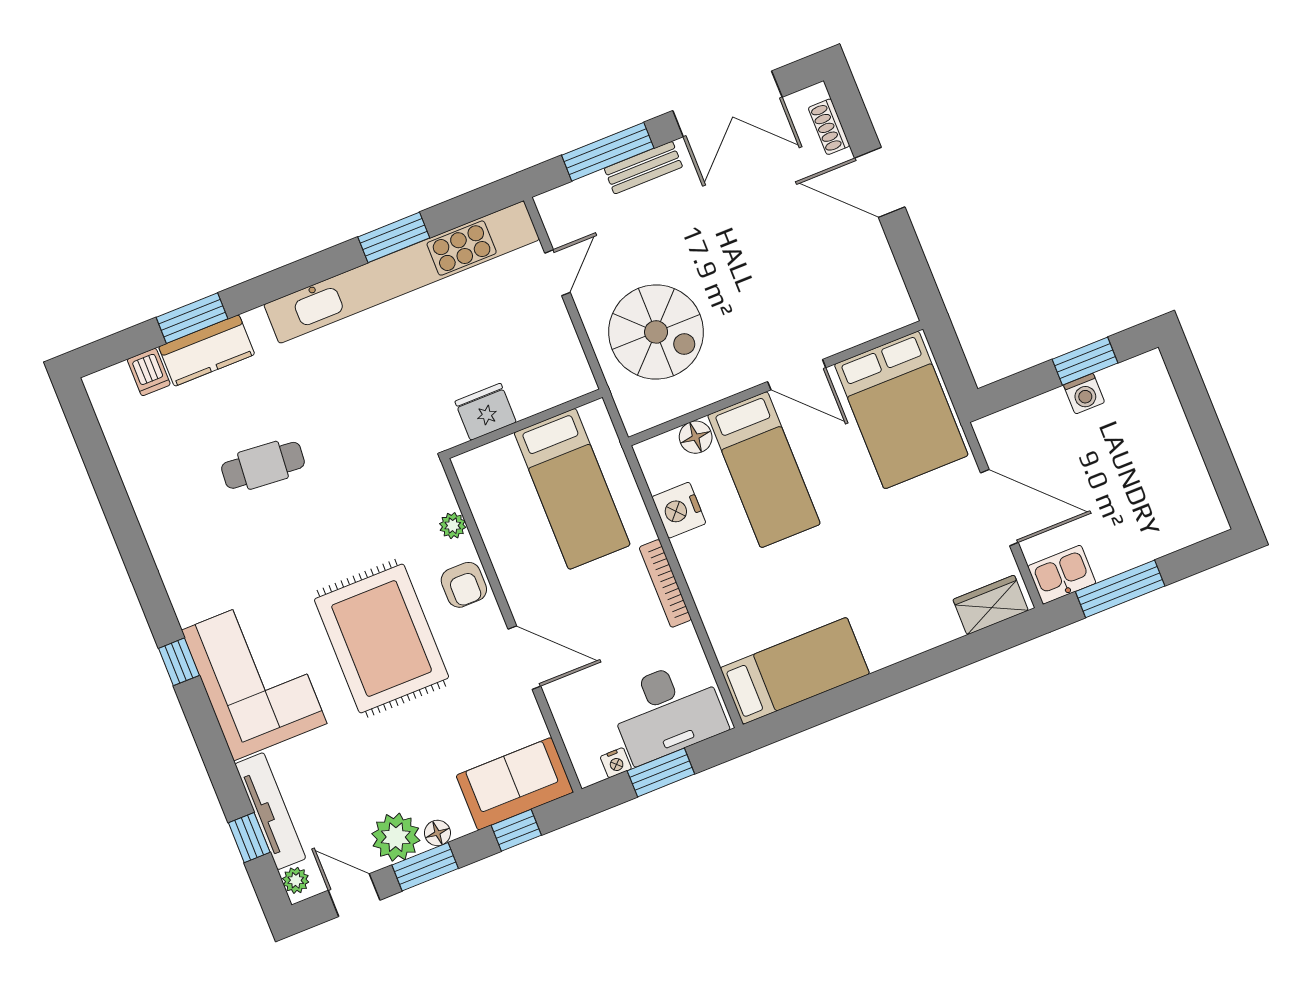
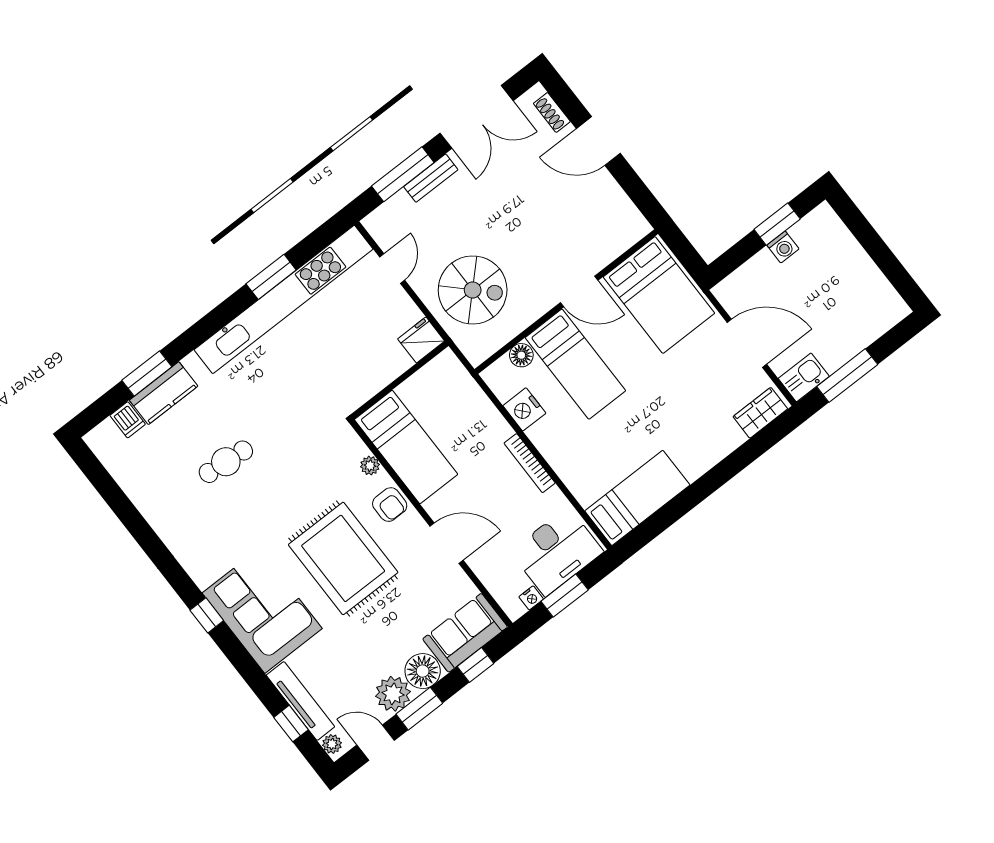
fridge: (486, 412) -> (421, 340), moved
bed: (572, 489) -> (406, 447), moved
floor lamp: (437, 833) -> (423, 671), width x1.89, depth x1.89

